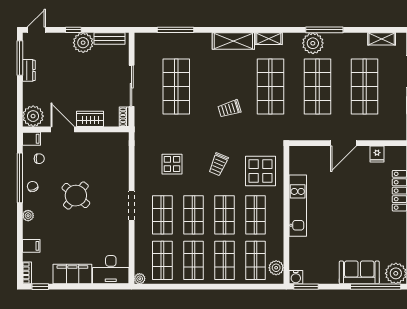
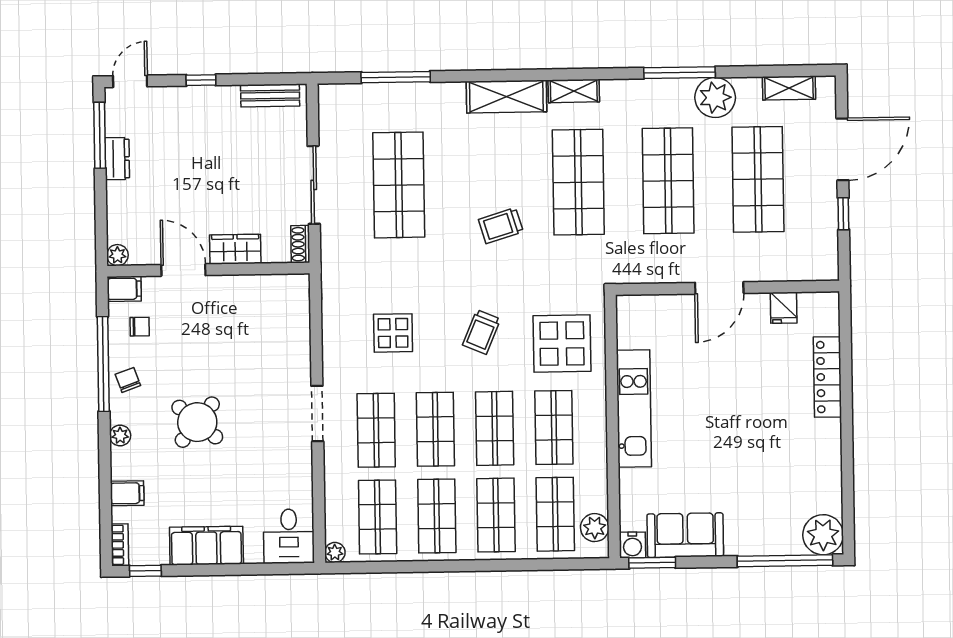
plant: (83, 43) -> (220, 104), removed
plant: (313, 43) -> (715, 97), moved
plant: (33, 116) -> (117, 255), width x0.53, depth x0.53
round table: (76, 196) -> (197, 422), moved
desk: (111, 270) -> (289, 536), width x0.73
sofa: (359, 272) -> (685, 535), moved

